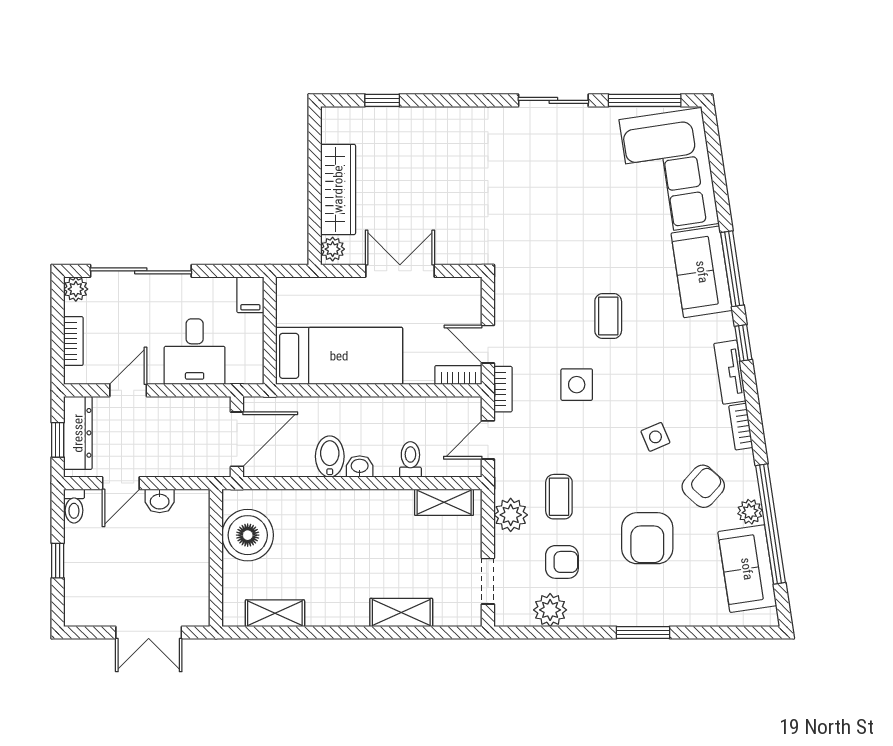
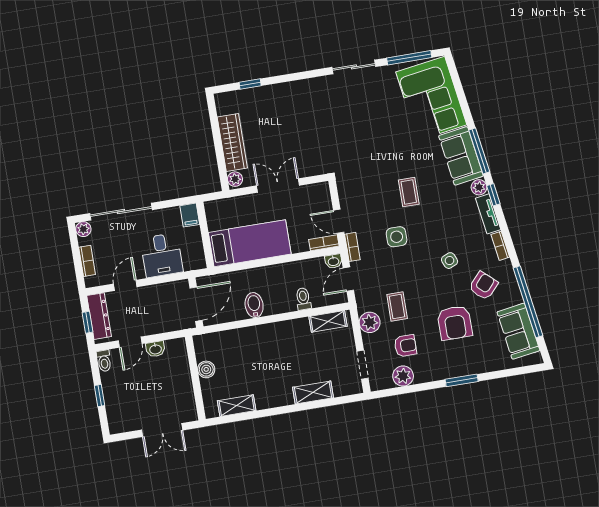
washbasin: (360, 466) -> (333, 261), moved, turned 180
plant: (750, 512) -> (479, 187), moved
boiler: (248, 535) -> (206, 369), width x0.54, depth x0.54

